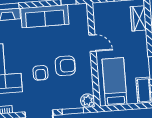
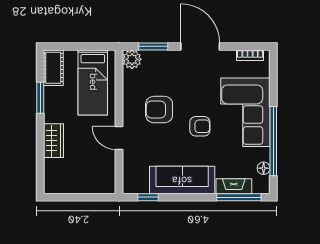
wardrobe: (138, 18) -> (53, 141), moved
armchair: (40, 73) -> (200, 126), moved, turned 90

